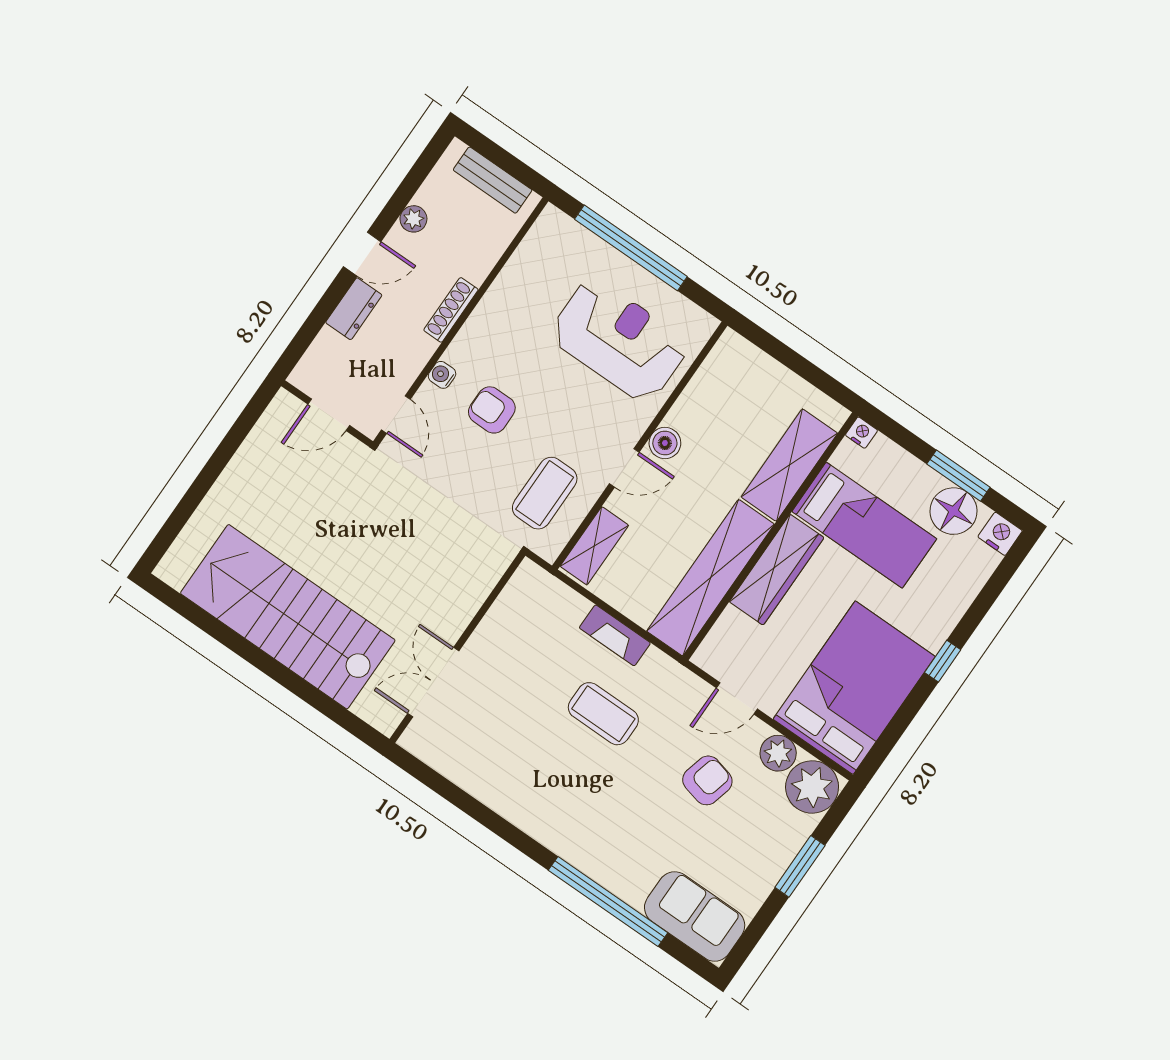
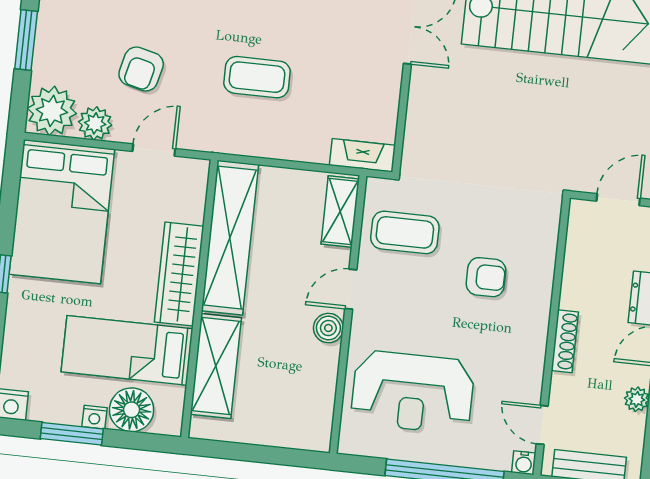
water cooler: (442, 375) -> (524, 463), moved, turned 90
door: (396, 415) -> (542, 425), moved
nightstand: (861, 433) -> (94, 417), moved
coffee table: (545, 493) -> (405, 232), turned 90
floor lamp: (953, 511) -> (132, 410), moved
fireplace: (615, 635) -> (362, 155), moved

